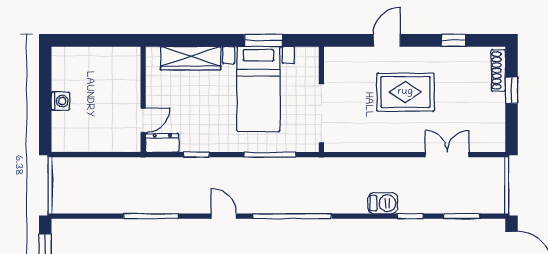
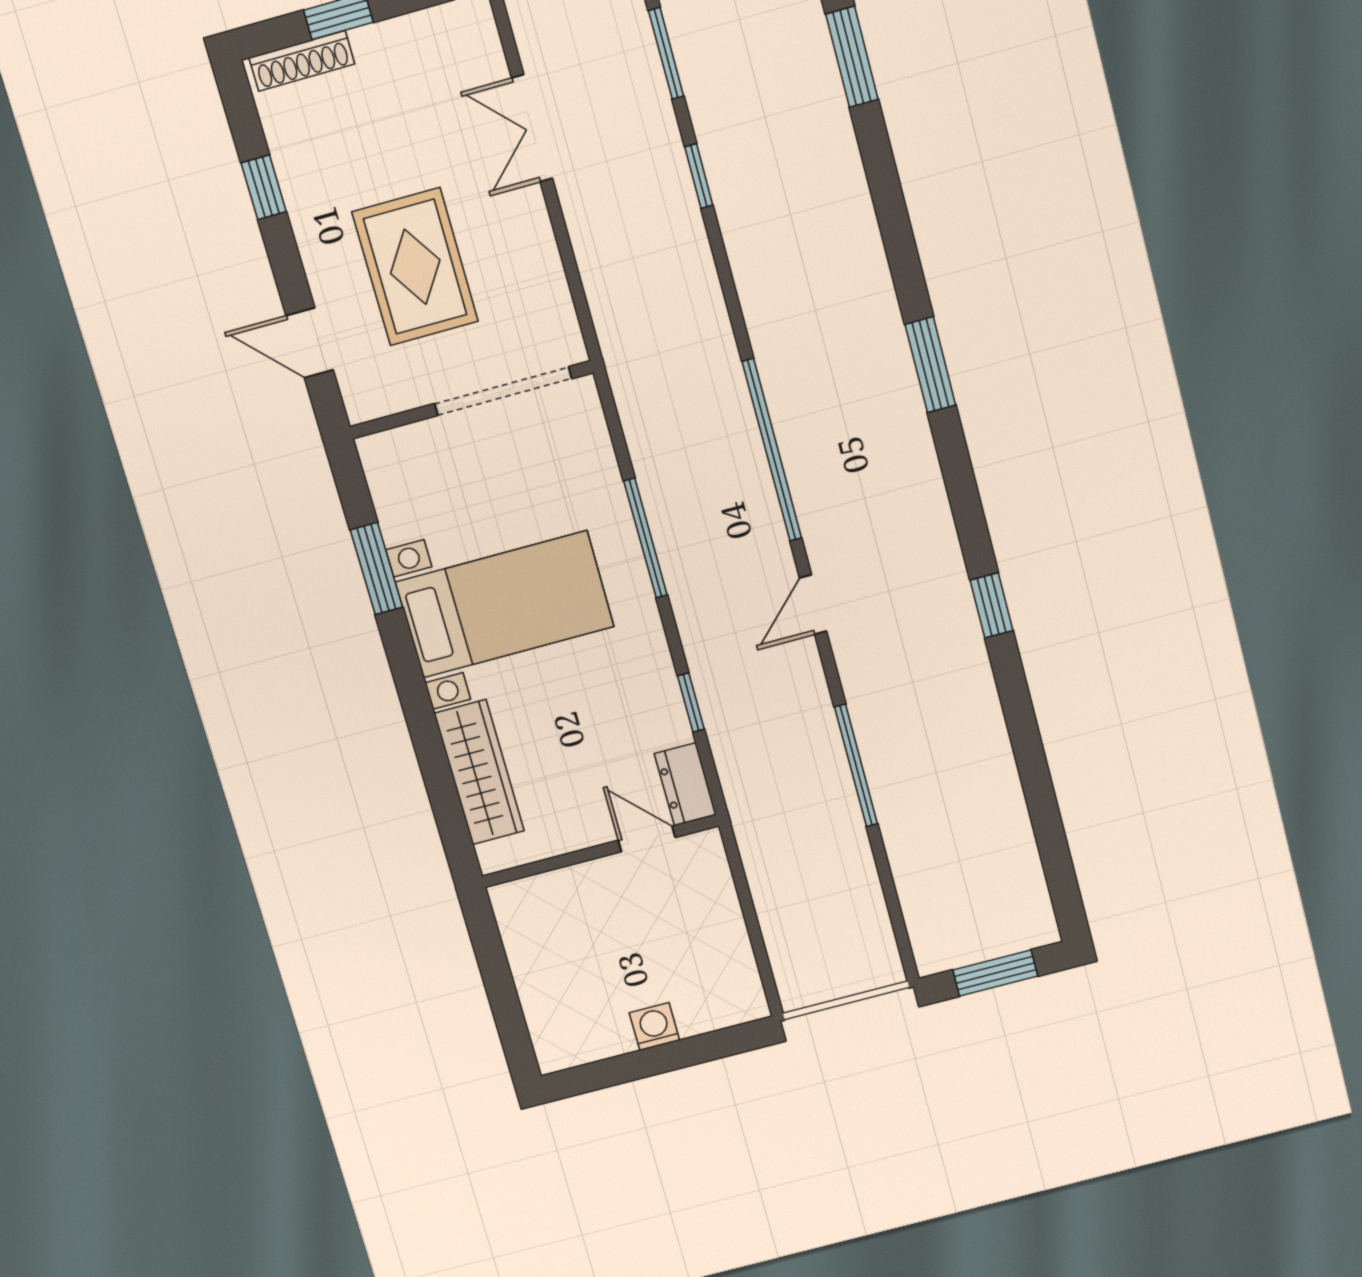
window: (263, 40) -> (376, 569), moved
wall: (321, 99) -> (471, 400), moved
doorway: (321, 113) -> (503, 391), moved
barbecue: (383, 203) -> (686, 249), removed

